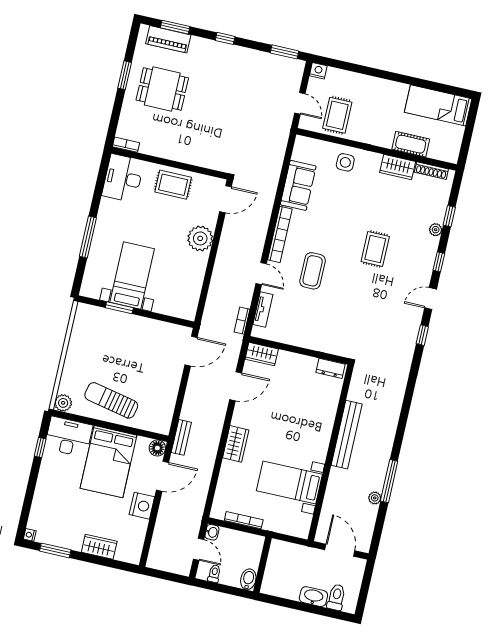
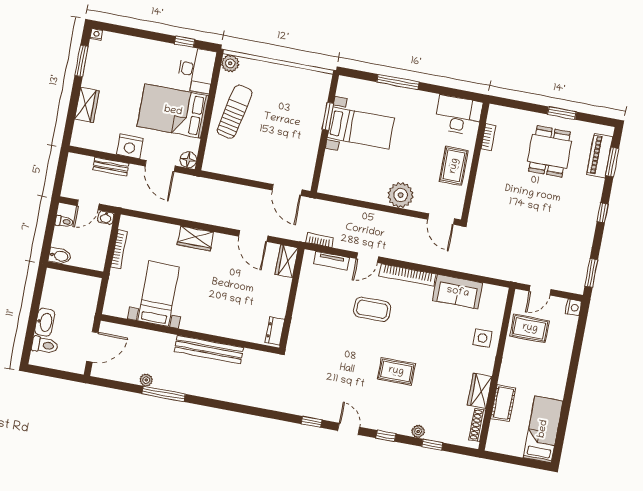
bookcase: (126, 145) -> (488, 137), moved
bench: (181, 437) -> (111, 167), moved

